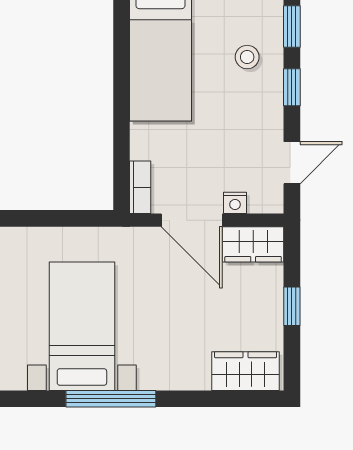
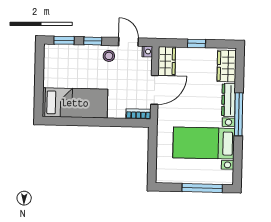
stool: (247, 57) -> (109, 56), moved
nightstand: (235, 203) -> (147, 52), moved
dresser: (174, 377) -> (229, 100), added
window: (111, 399) -> (239, 114), moved

